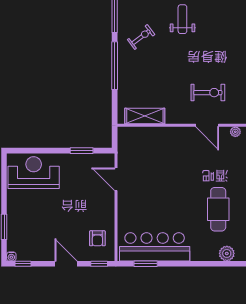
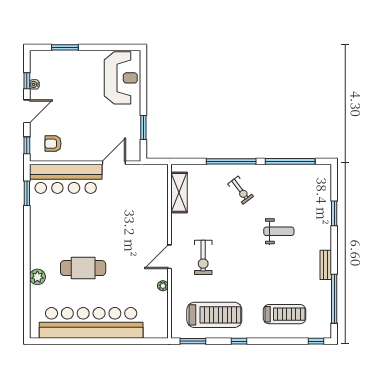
exercise bike: (141, 37) -> (241, 190), moved
bar counter: (155, 247) -> (66, 179), moved, turned 90
water cooler: (11, 257) -> (34, 84), moved
window: (23, 264) -> (27, 81), moved

